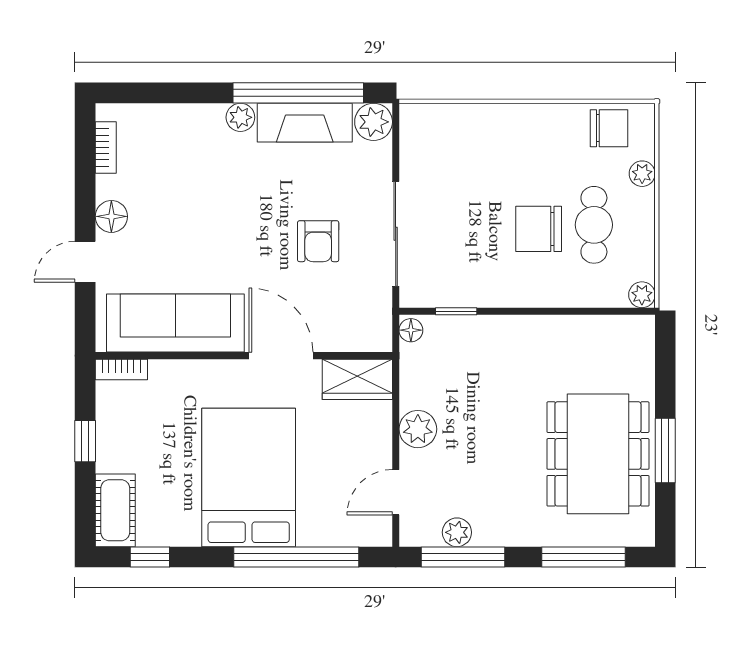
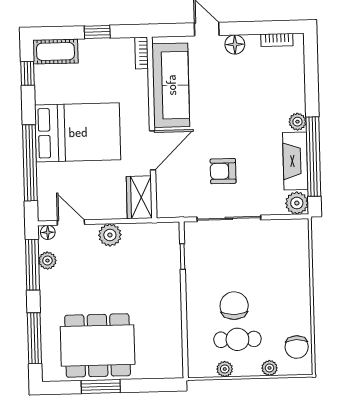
plant: (642, 295) -> (225, 369), moved
floor lamp: (411, 330) -> (48, 232), moved

